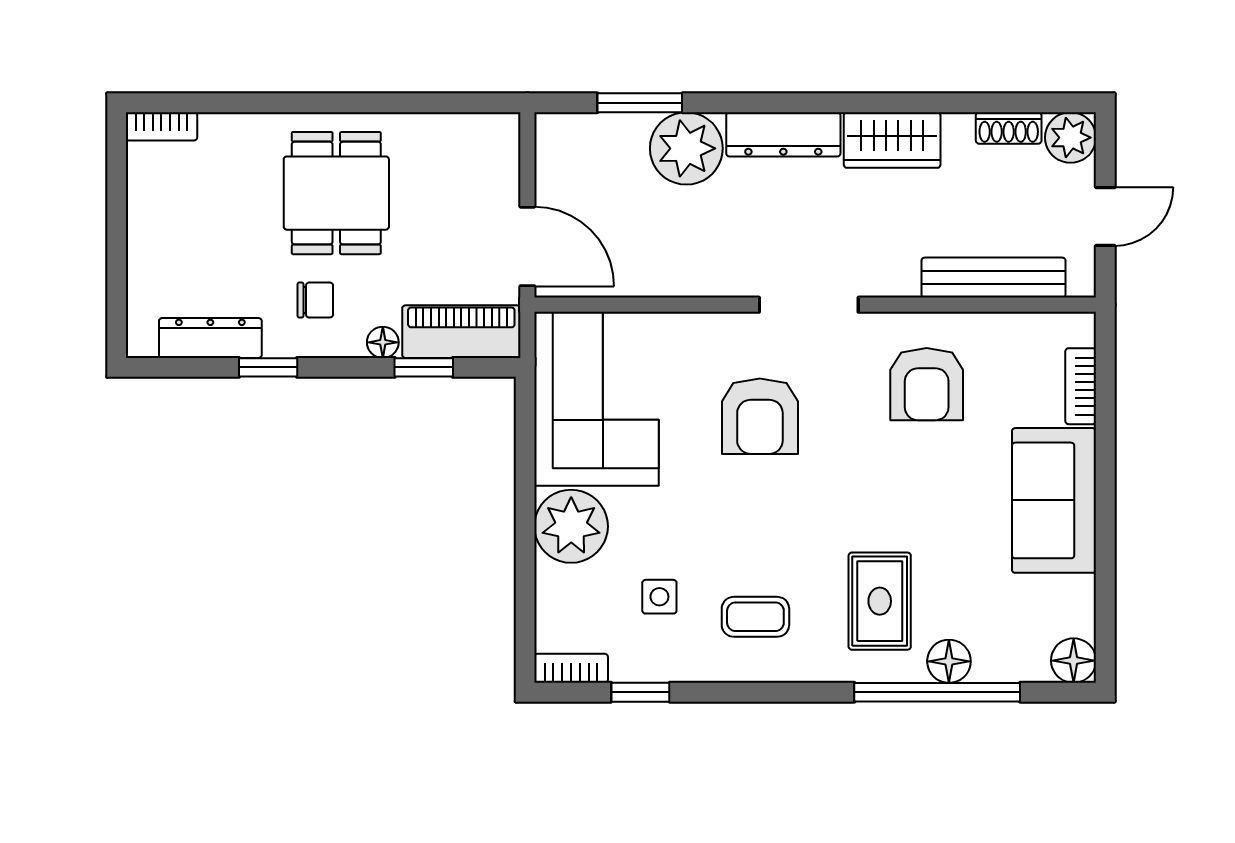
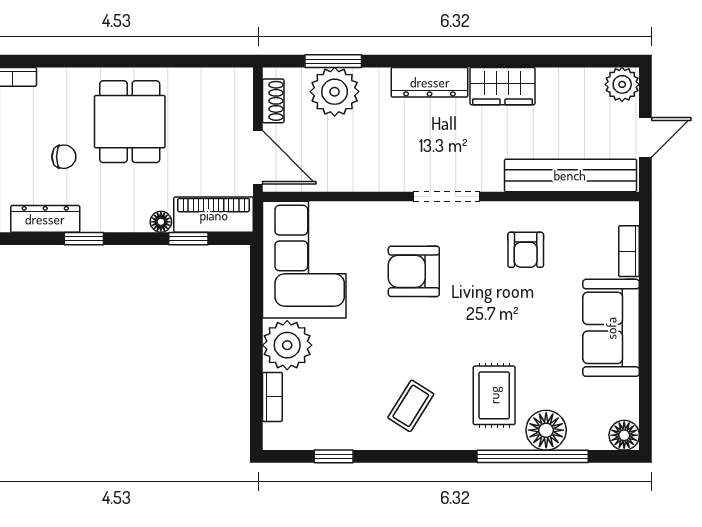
shoe rack: (1009, 128) -> (273, 101), moved, turned -90
plant: (686, 148) -> (335, 92), moved
bench: (994, 278) -> (570, 175), width x1.37, depth x1.21
chair: (315, 300) -> (64, 157), moved
armchair: (927, 384) -> (526, 250), width x0.72, depth x0.72
armchair: (760, 416) -> (414, 271), turned 90
side table: (659, 597) -> (346, 392), removed
coffee table: (755, 617) -> (411, 406), turned -58
floor lamp: (949, 661) -> (546, 430), width x1.38, depth x1.38
bookcase: (571, 668) -> (272, 397), moved, turned 90

